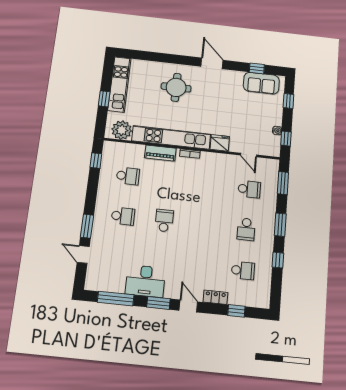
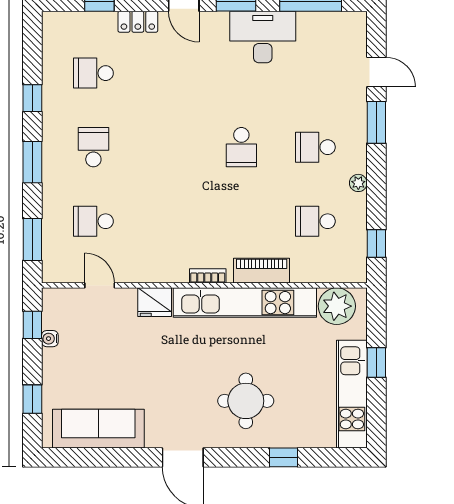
window: (257, 68) -> (283, 457), moved
sofa: (261, 83) -> (98, 429), width x1.36
plant: (102, 194) -> (358, 183), added

